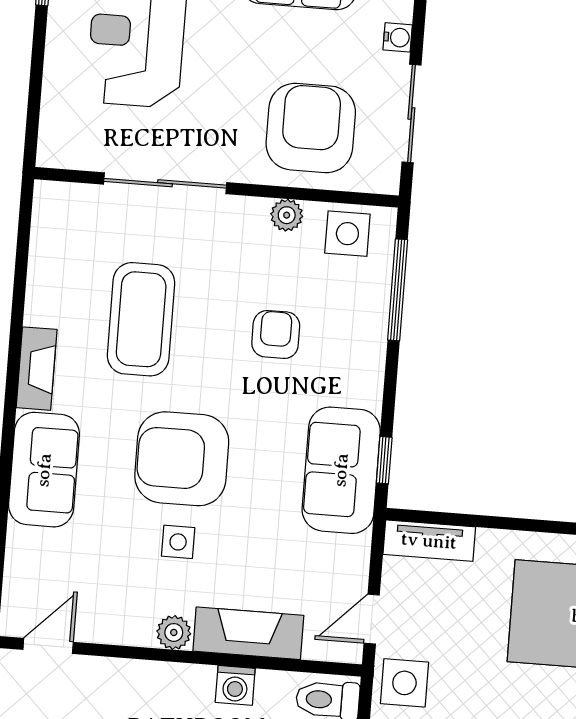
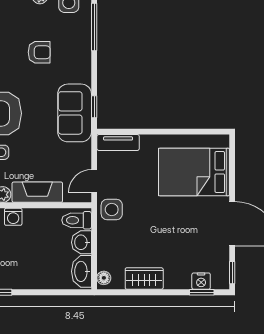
armchair: (276, 334) -> (39, 52), turned 90
washing machine: (235, 685) -> (13, 217), moved

